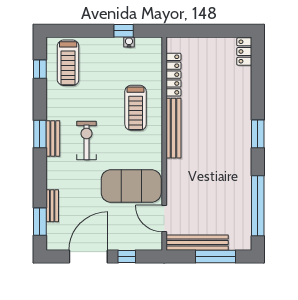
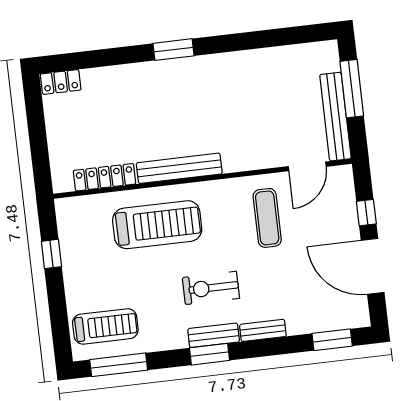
water cooler: (129, 42) -> (66, 245), removed
window: (40, 69) -> (119, 365), width x2.17
treadmill: (136, 108) -> (157, 225), width x1.37, depth x1.38
exercise mat: (131, 186) -> (267, 218), width x0.50, depth x0.69
bench: (52, 206) -> (263, 330), moved
window: (258, 206) -> (274, 38), removed

